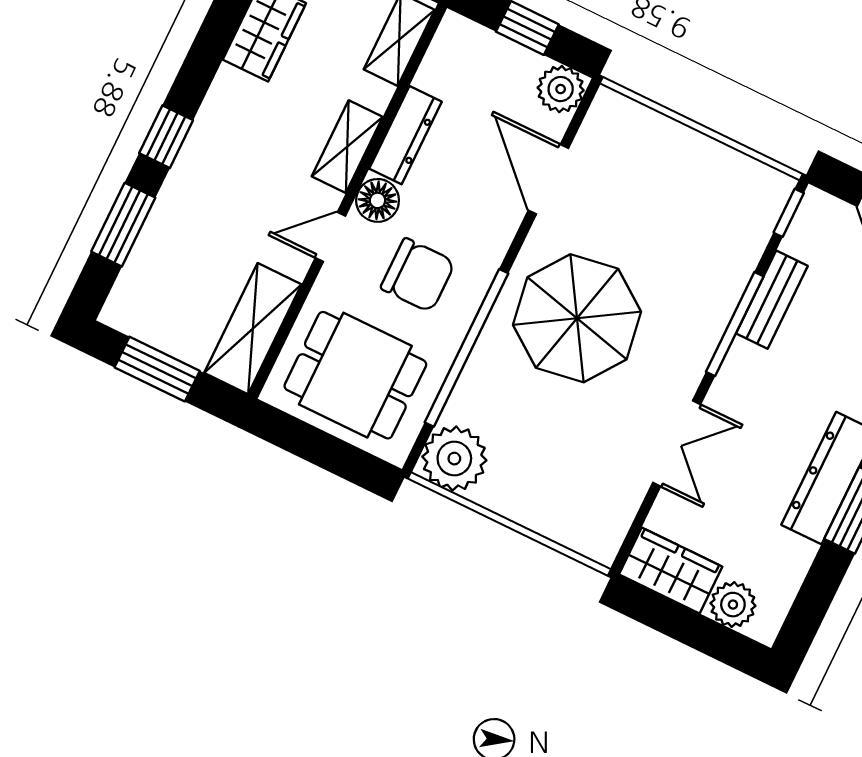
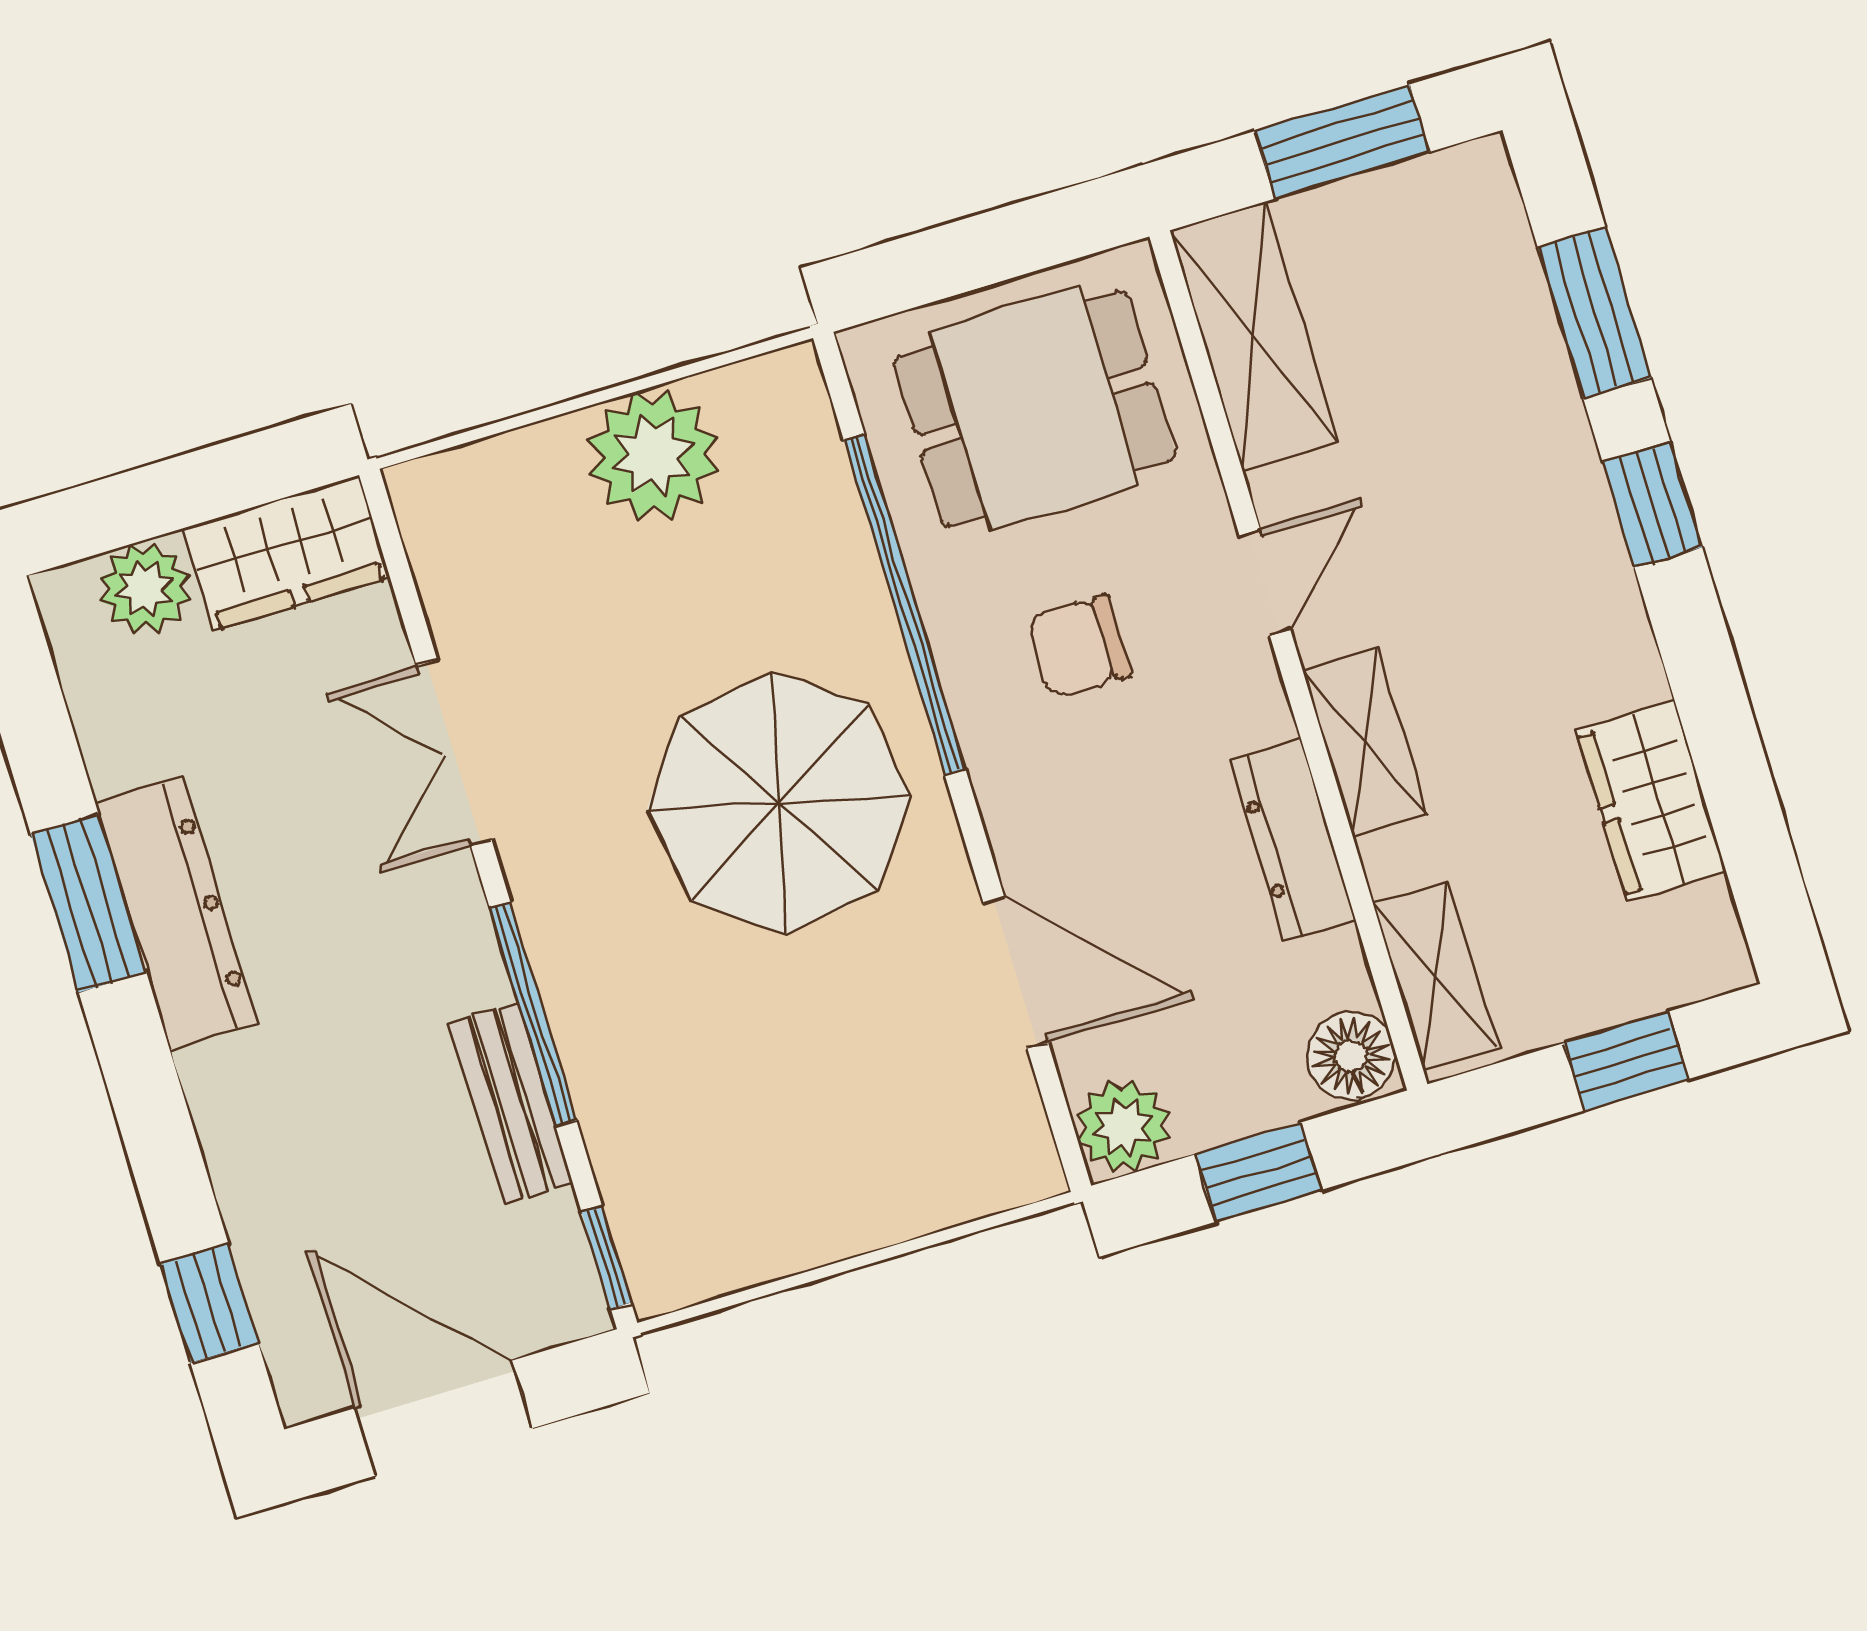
floor lamp: (378, 200) -> (1351, 1056), moved
chair: (418, 275) -> (1079, 647), width x0.73, depth x0.73
plant: (454, 459) -> (653, 456), moved

